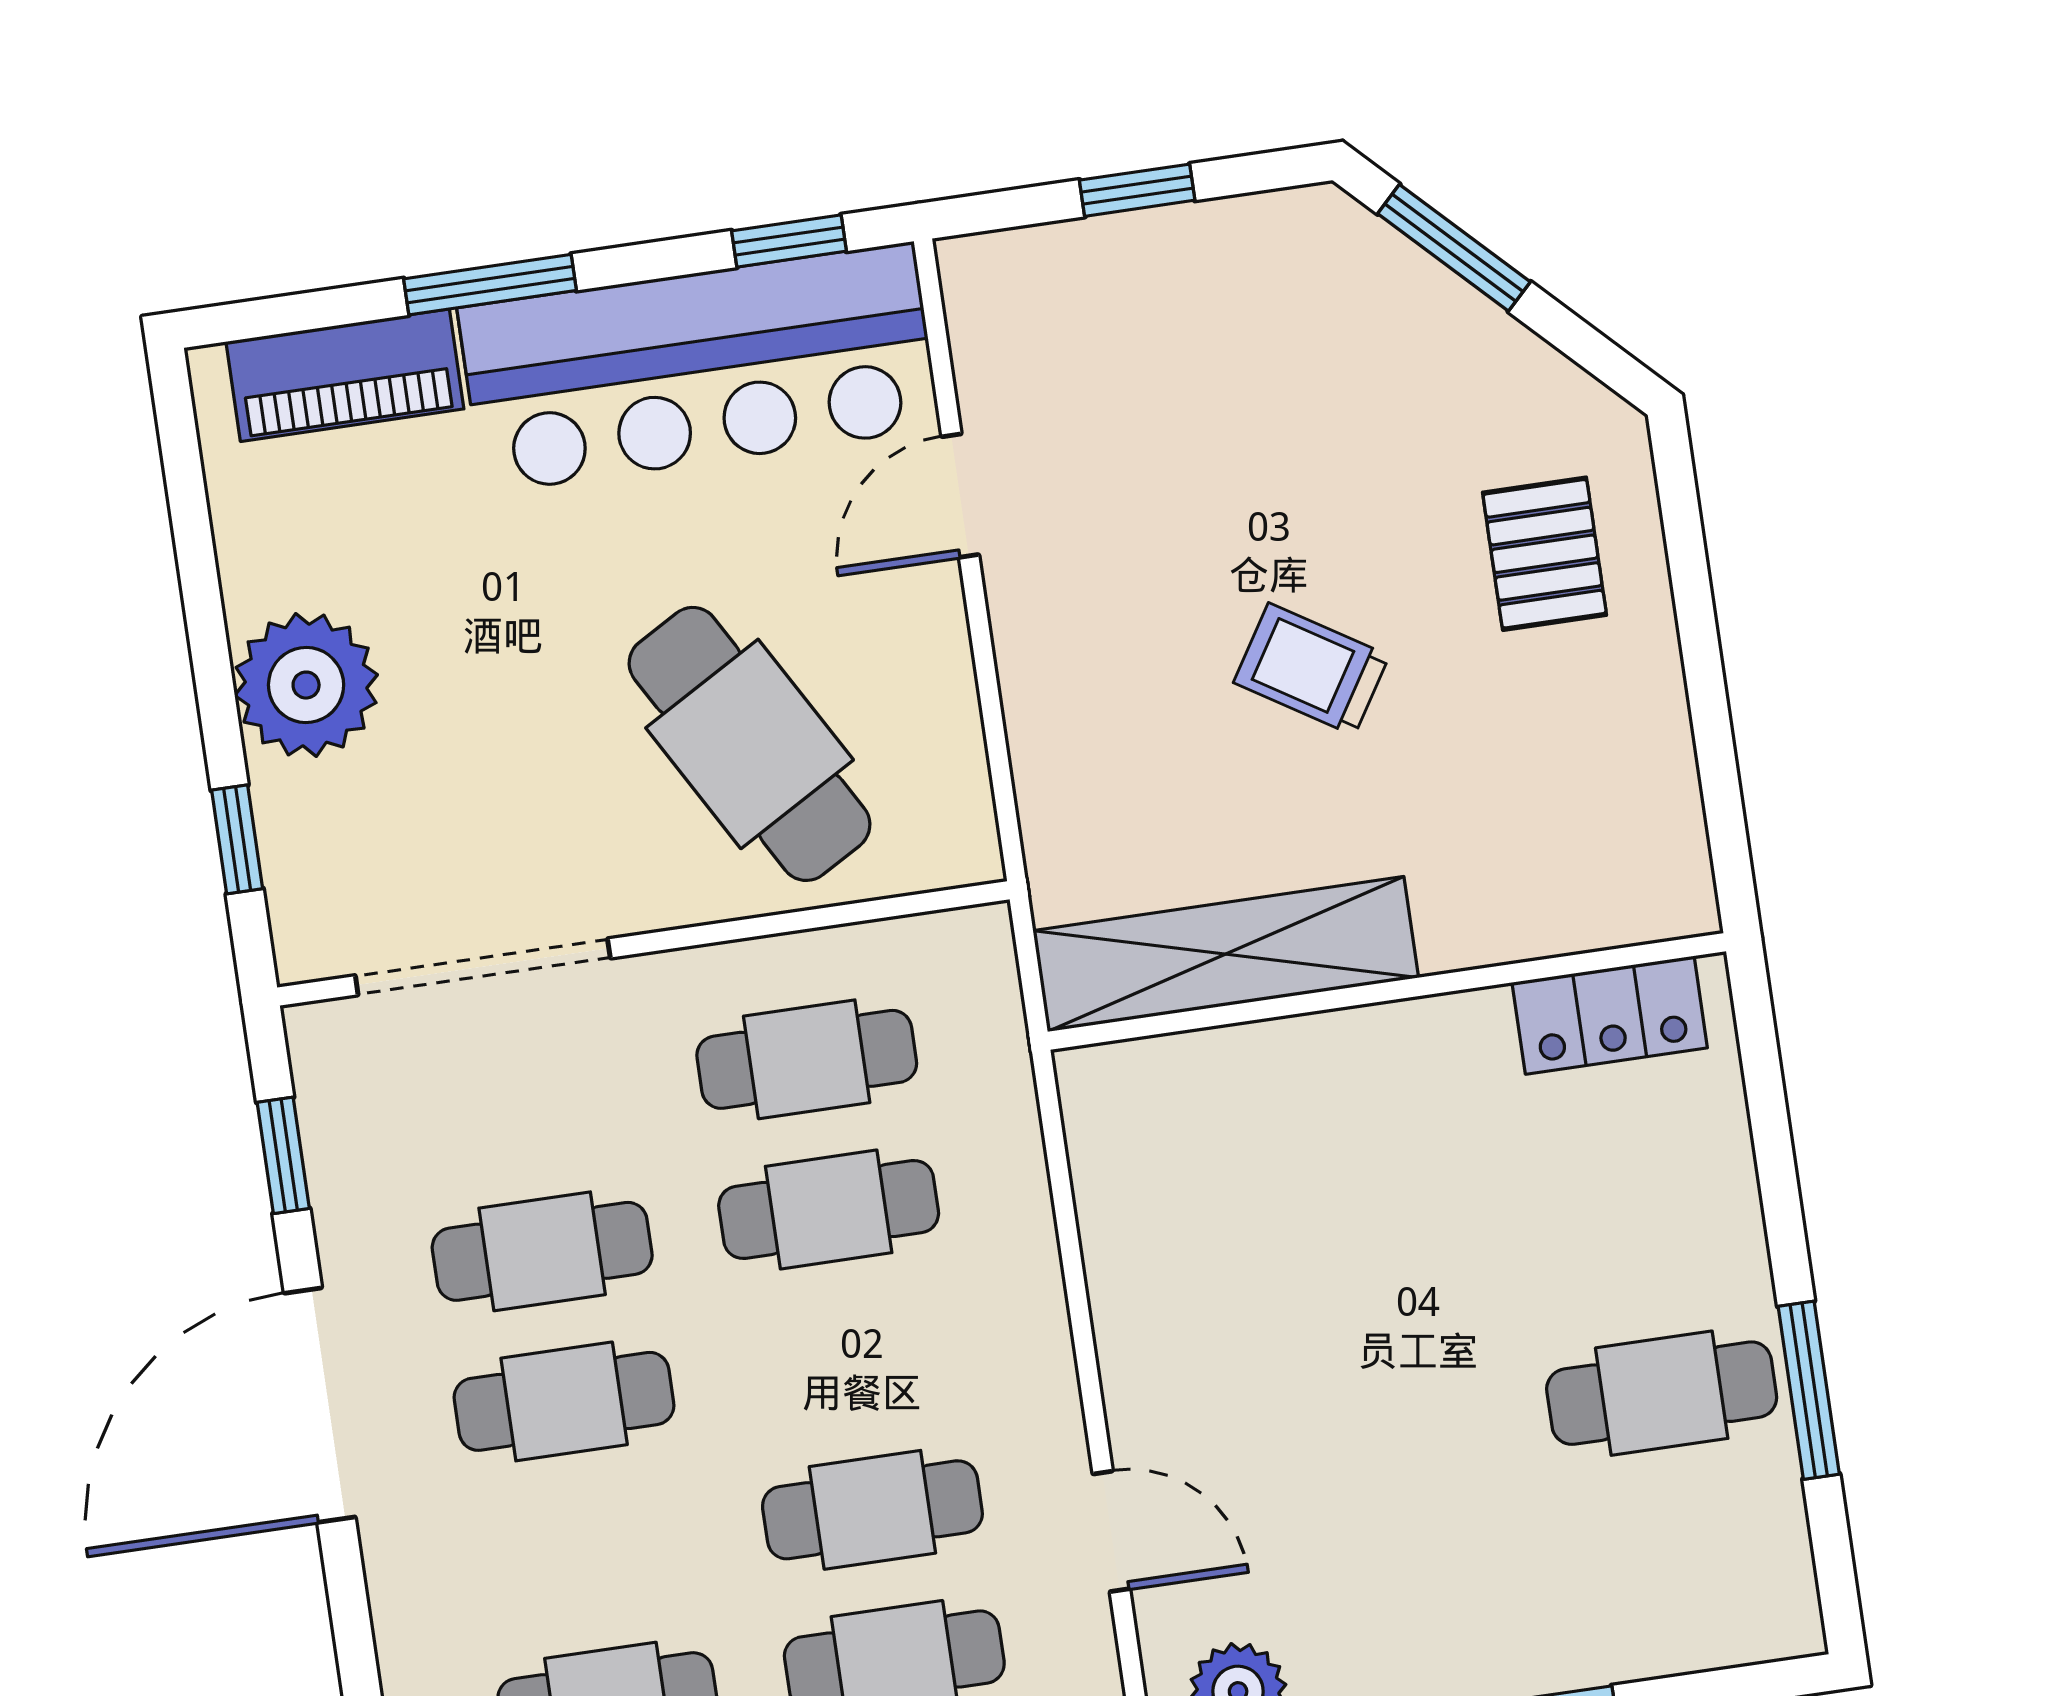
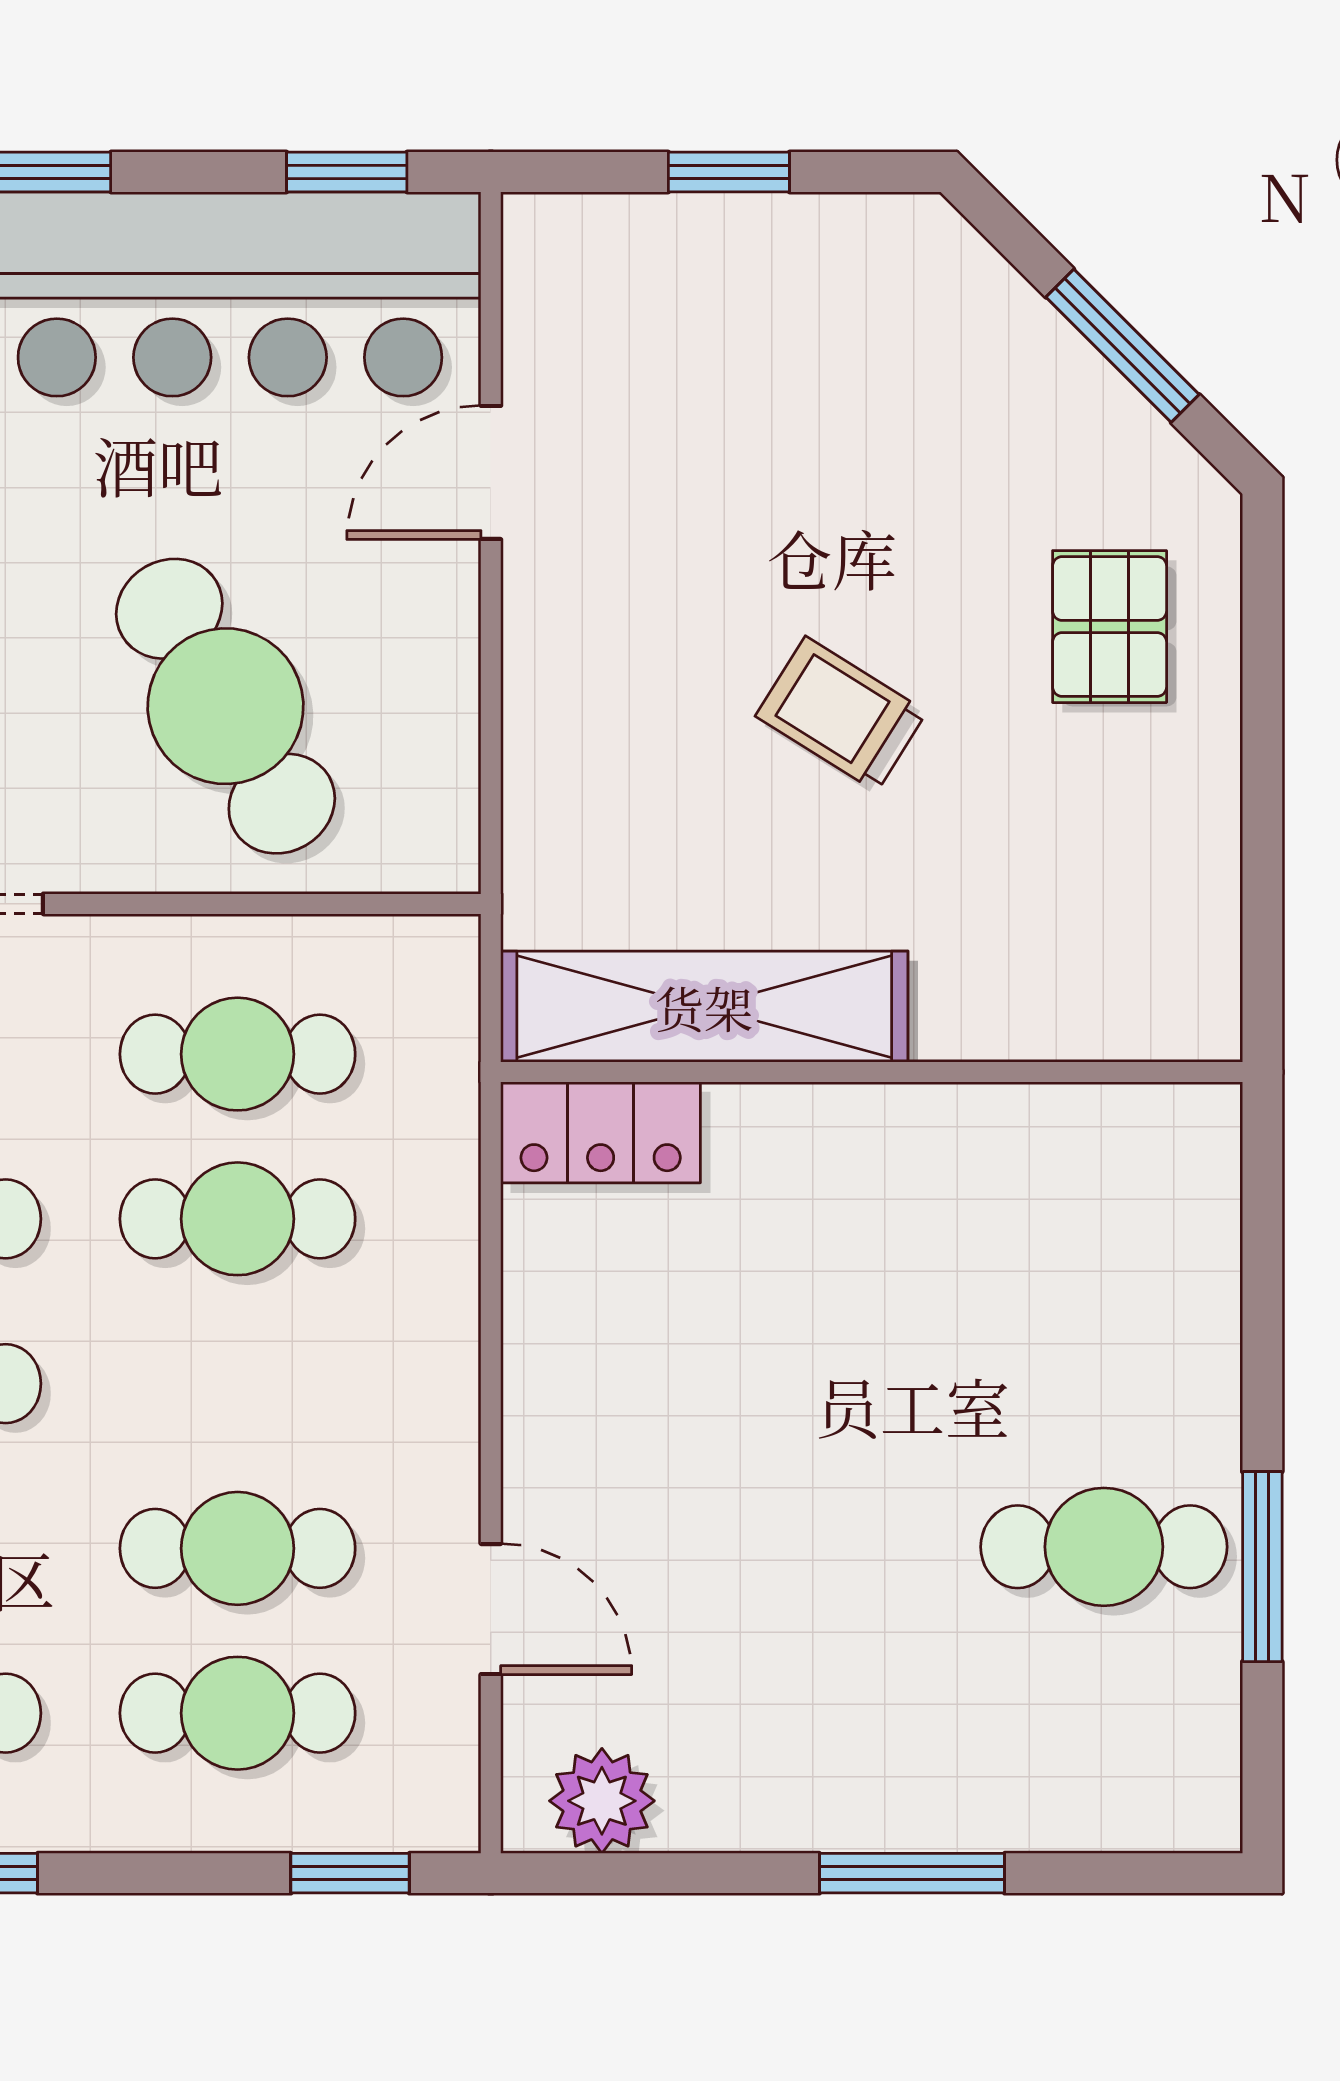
window: (1454, 248) -> (1122, 346), moved
locker: (1610, 1015) -> (601, 1132), moved

